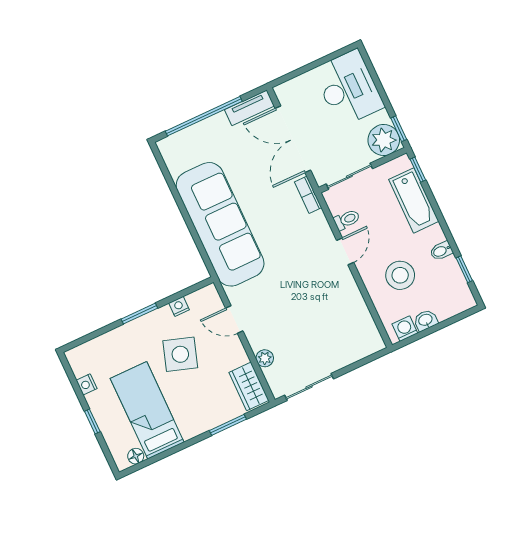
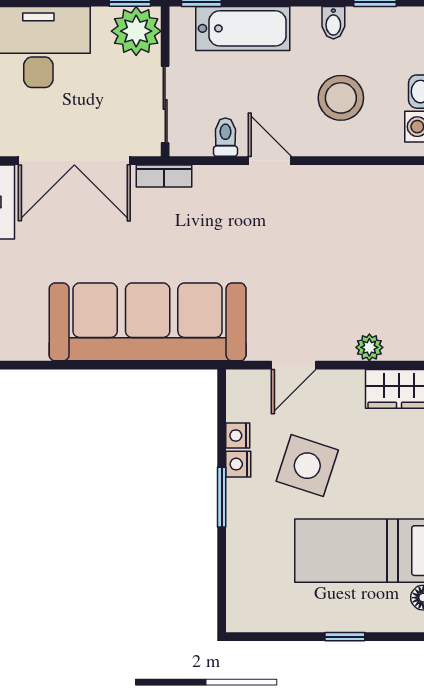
nightstand: (87, 384) -> (238, 464), moved, turned 90

